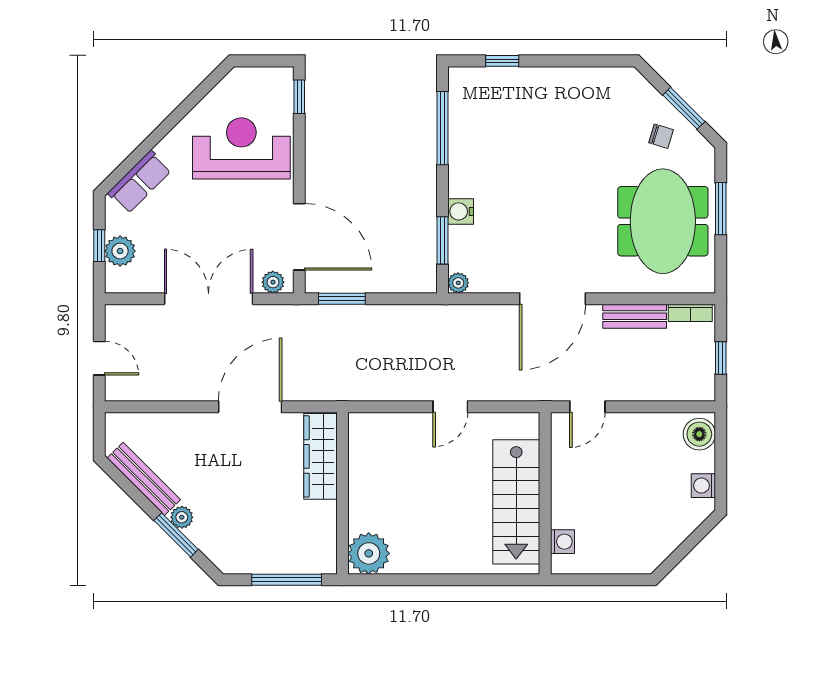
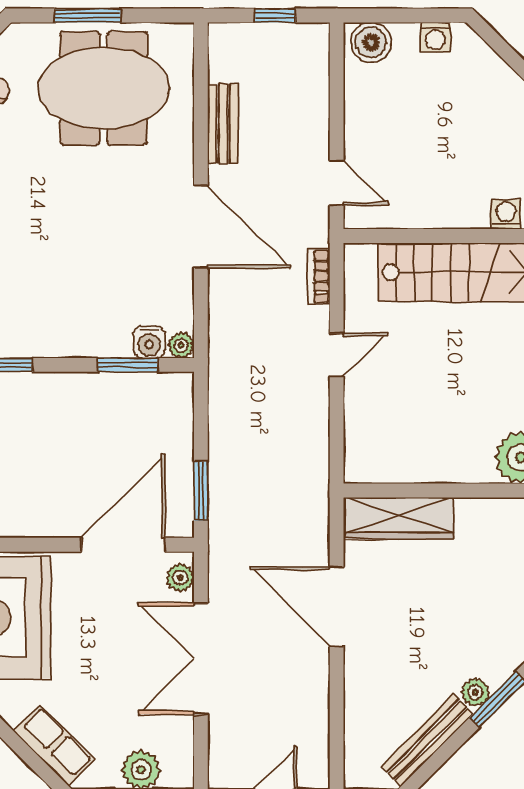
water cooler: (461, 211) -> (149, 342), moved
bookcase: (690, 313) -> (319, 276), moved, turned 180
door: (450, 407) -> (337, 355), hinge flipped

